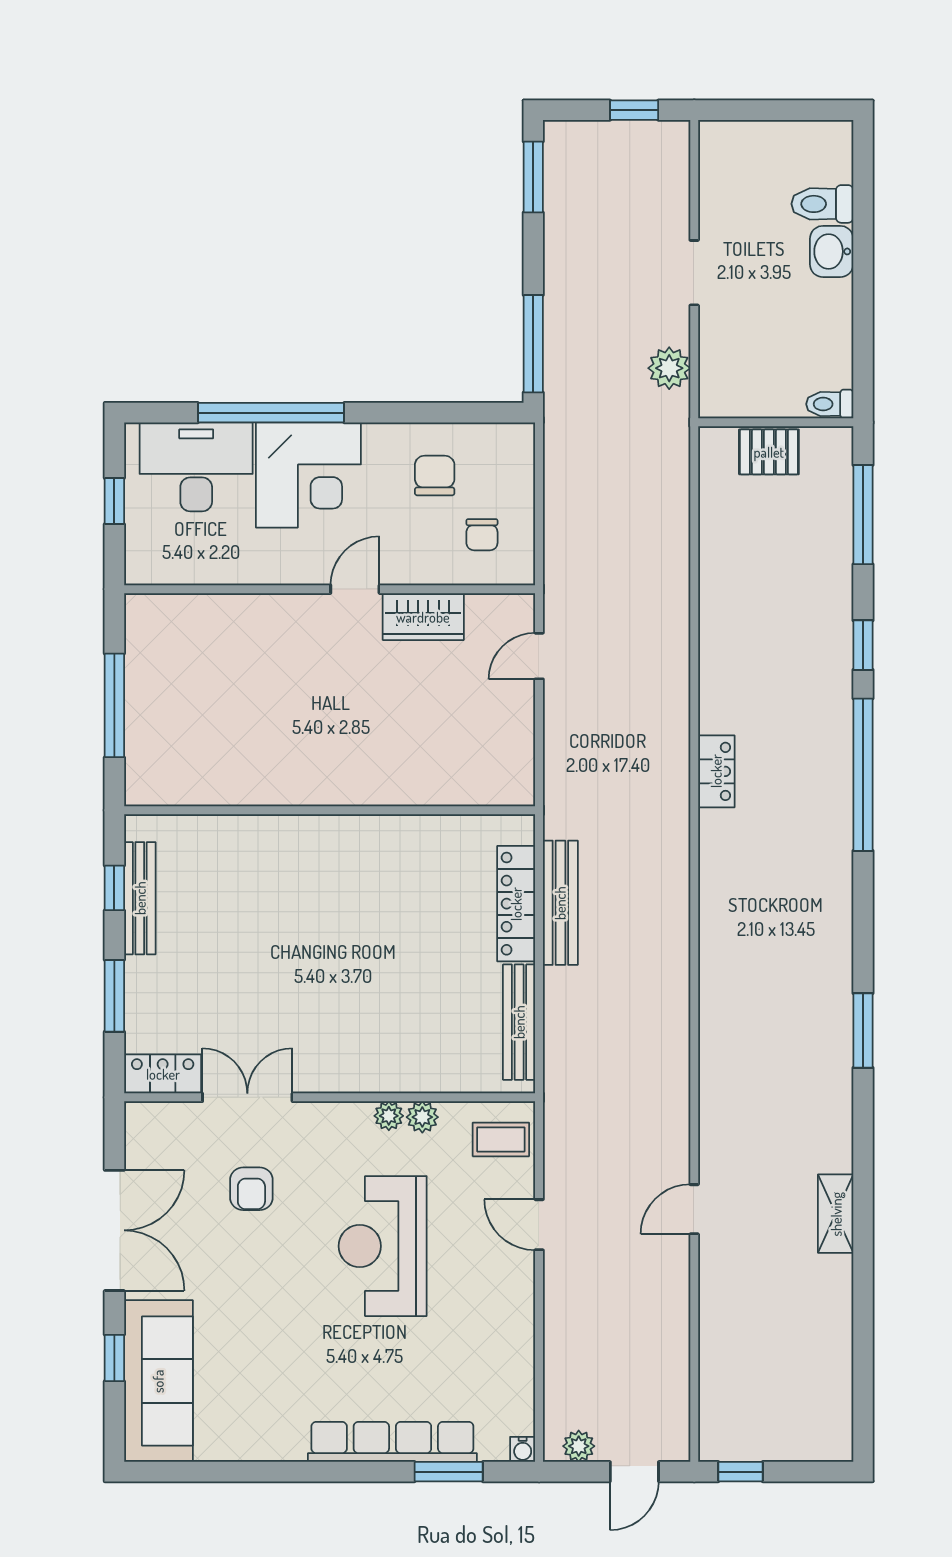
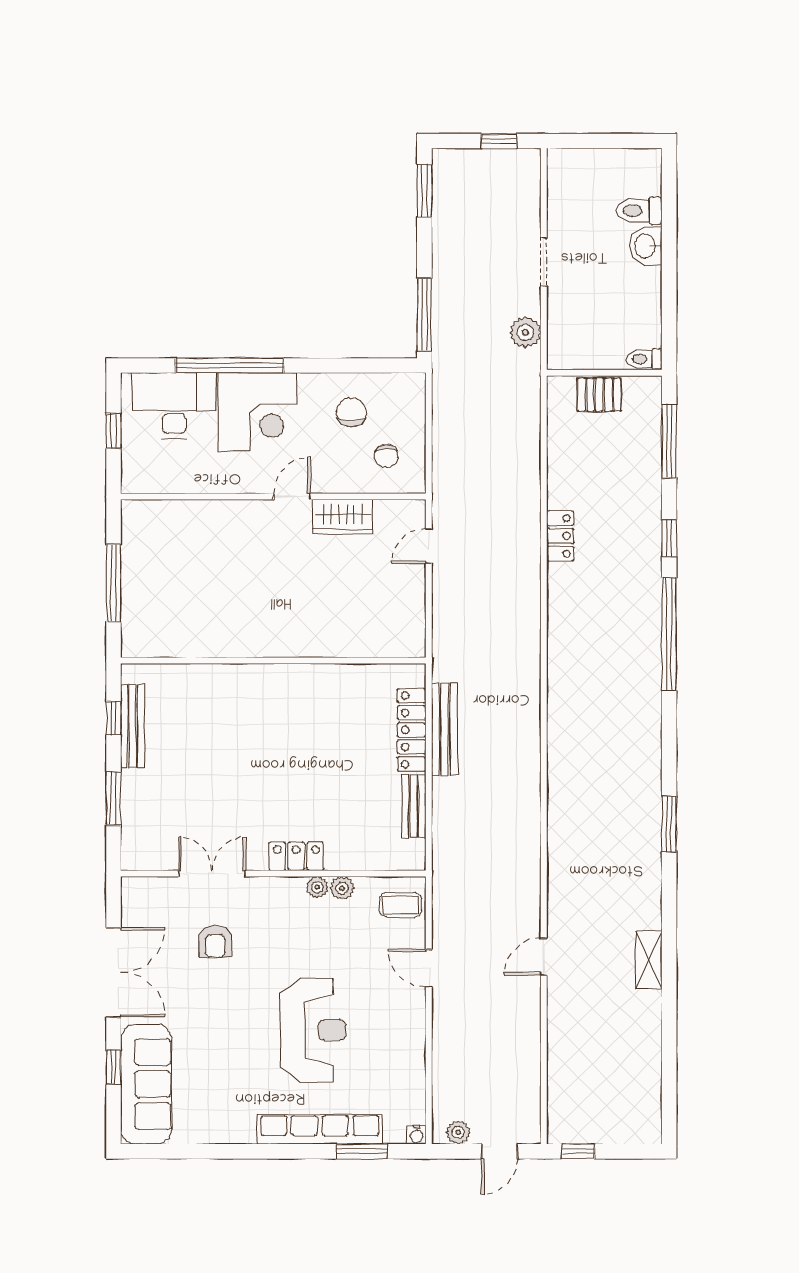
locker: (716, 771) -> (560, 536), moved
bench: (519, 1022) -> (414, 806), width x0.73
locker: (163, 1074) -> (296, 856), moved
reception desk: (383, 1246) -> (313, 1030), moved, turned 180

